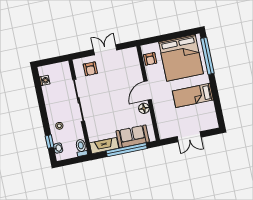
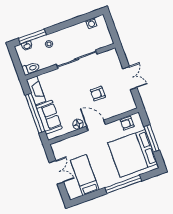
window: (169, 37) -> (152, 138), added
window: (207, 56) -> (123, 184), moved
armchair: (90, 69) -> (98, 94), moved
bed: (193, 95) -> (85, 175), moved
double door: (189, 137) -> (56, 172), swing flipped
window: (50, 141) -> (32, 37), width x2.17

